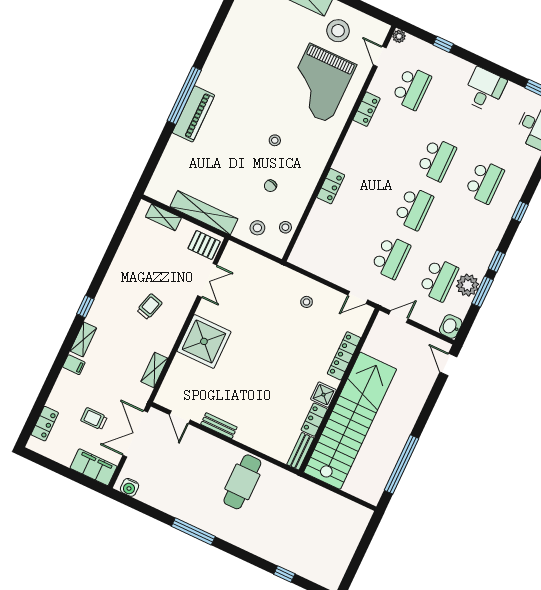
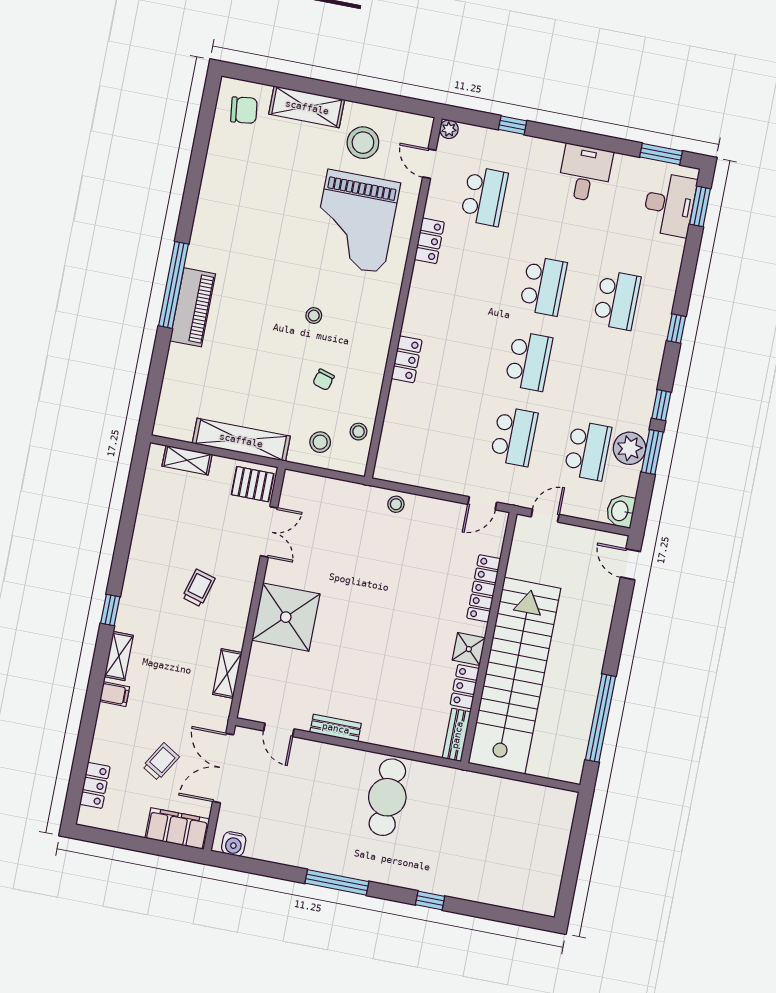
stool: (307, 302) -> (396, 504), moved
trolley: (94, 419) -> (161, 762), turned 121
window: (284, 574) -> (430, 901), moved

